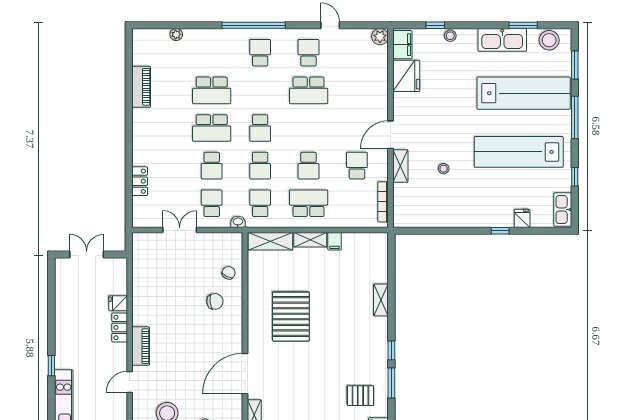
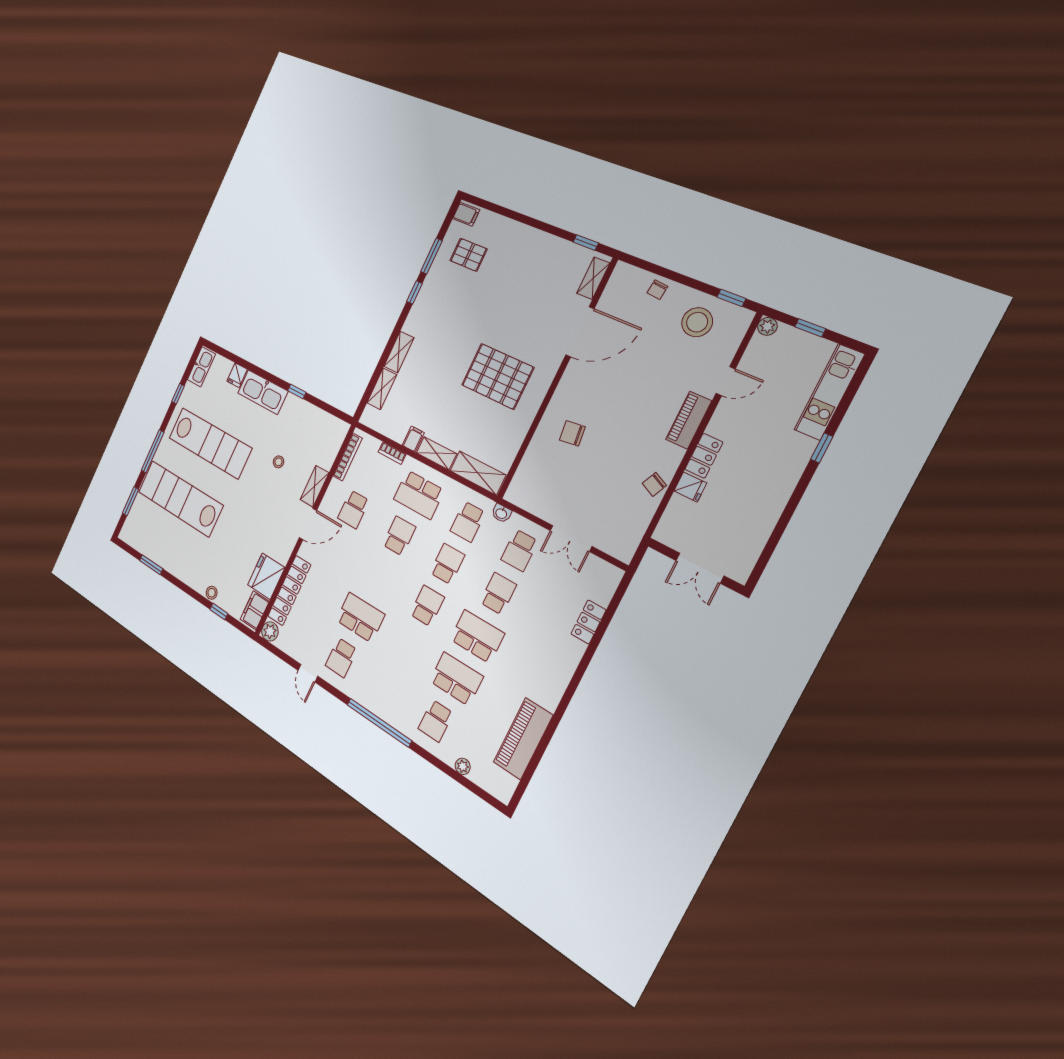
kitchen sink: (502, 40) -> (263, 392), moved, turned 180
stool: (549, 40) -> (139, 537), removed
school desk: (260, 53) -> (436, 721), moved
locker: (380, 76) -> (289, 591), added
piano: (141, 87) -> (523, 739), width x1.37, depth x1.33
bookcase: (347, 223) -> (392, 453), added
window: (500, 231) -> (297, 392), moved
shelving: (381, 266) -> (382, 389), added
chair: (229, 273) -> (654, 484), moved
pallet: (291, 317) -> (497, 376), turned 90

